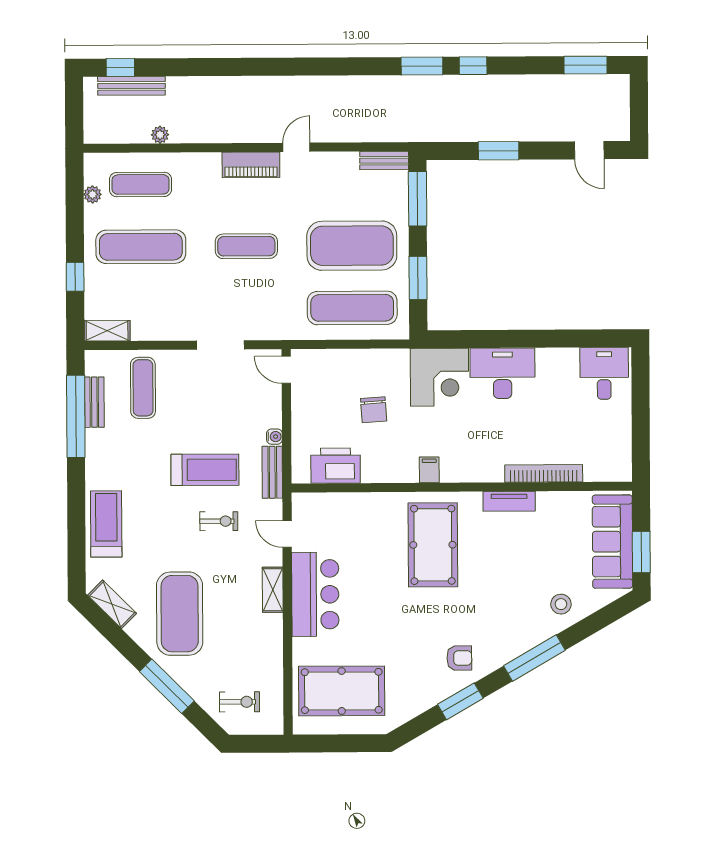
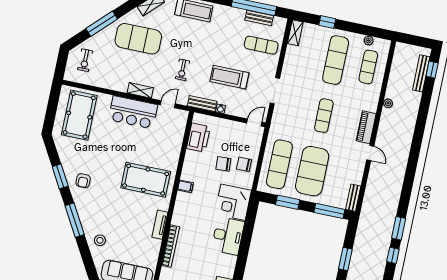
plant: (160, 135) -> (388, 103), moved
chair: (366, 372) -> (244, 164), added
treadmill: (205, 470) -> (229, 77), moved, turned 90

